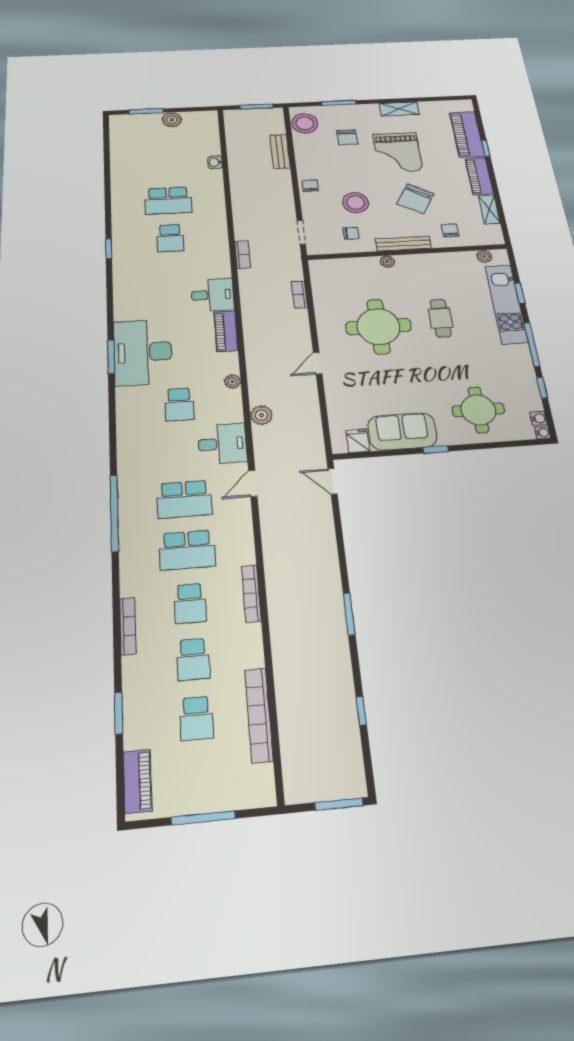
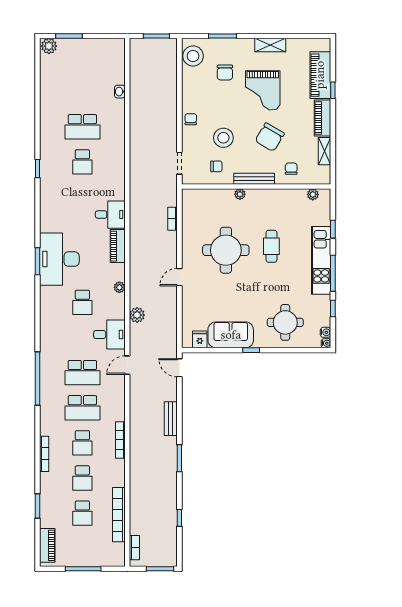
plant: (172, 120) -> (49, 46), moved
bench: (280, 151) -> (171, 419), moved
bookcase: (243, 254) -> (134, 548), moved
kitchen unit: (506, 304) -> (321, 260), moved

